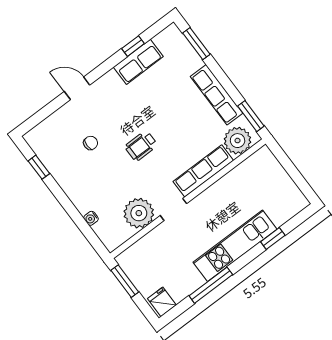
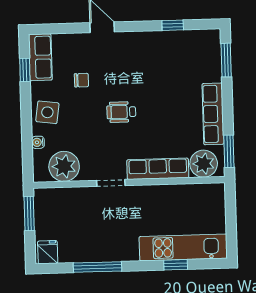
row of seats: (138, 62) -> (40, 57), moved, turned -90
side table: (81, 189) -> (47, 112), added
plant: (139, 213) -> (64, 166), moved
kitchen unit: (235, 246) -> (183, 247), moved

